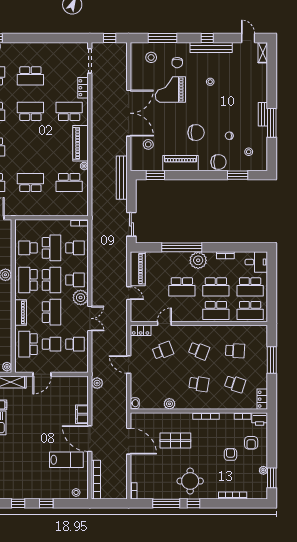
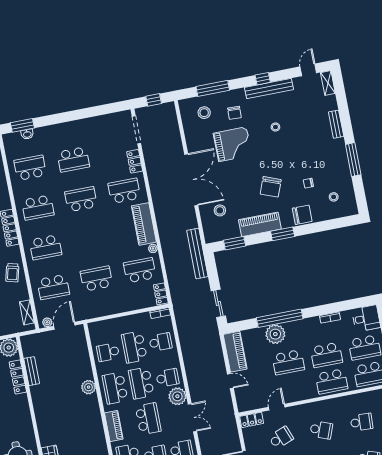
door: (248, 38) -> (308, 70), hinge flipped
grand piano: (170, 89) -> (233, 144), turned 180
bench: (263, 114) -> (336, 124), moved
chair: (196, 133) -> (271, 187), turned 111
window: (238, 175) -> (283, 234), moved
school desk: (69, 183) -> (140, 270), turned 180
locker: (83, 206) -> (161, 294), added
school desk: (52, 248) -> (134, 347), turned 180
plant: (198, 260) -> (275, 334), moved
school desk: (52, 280) -> (141, 383), turned 180

